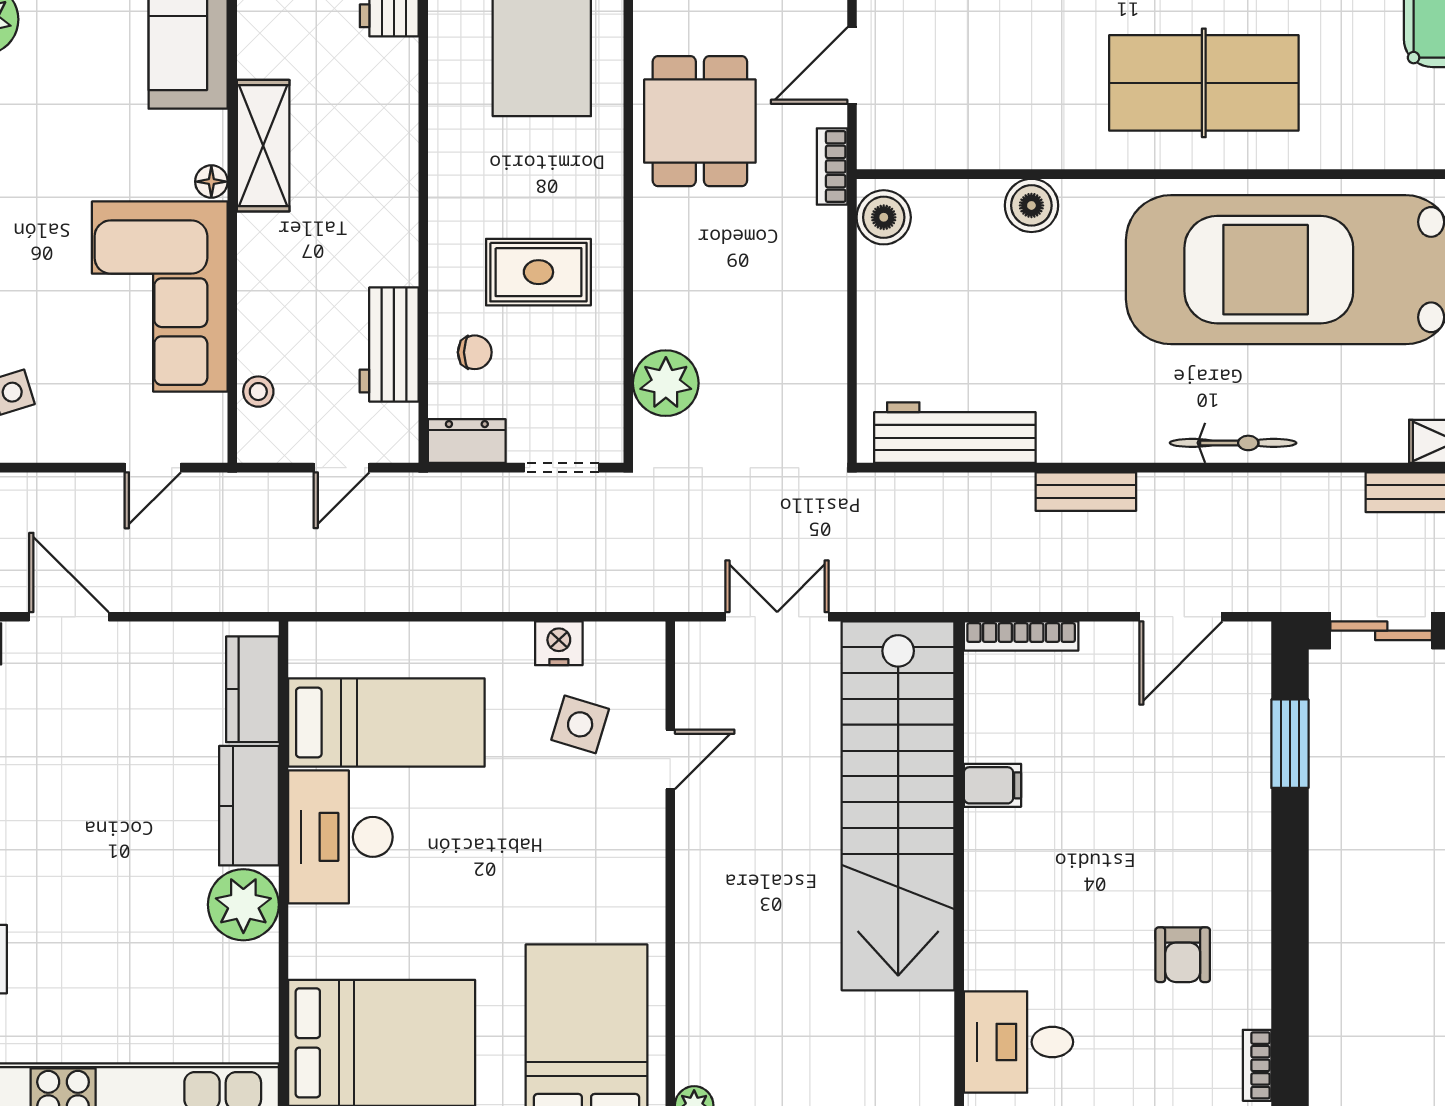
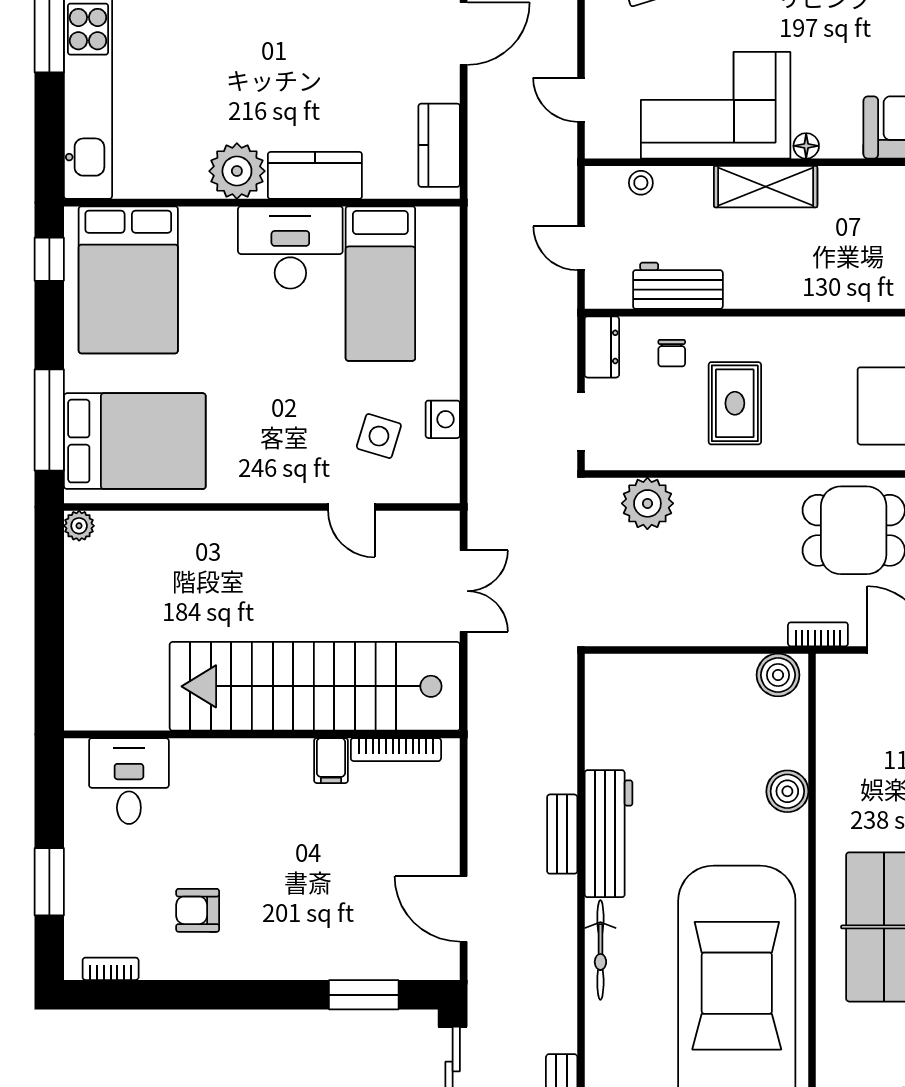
shelving: (263, 146) -> (766, 187), moved
workbench: (955, 433) -> (608, 834), moved
bookcase: (1021, 636) -> (396, 750), moved, turned -90
kitchen counter: (252, 689) -> (439, 145), moved, turned -90

